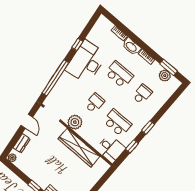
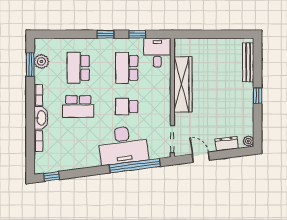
window: (77, 44) -> (52, 176), moved
desk: (86, 62) -> (123, 145), moved
school desk: (119, 74) -> (78, 107), turned -90
school desk: (142, 94) -> (78, 68), width x1.85
door: (27, 121) -> (201, 157), hinge flipped
plant: (75, 122) -> (162, 110), removed

